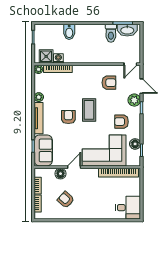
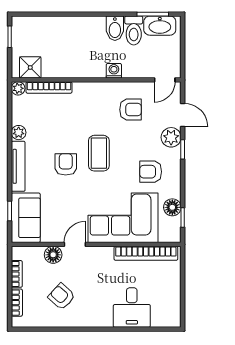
bidet: (69, 32) -> (115, 28), moved
washing machine: (58, 58) -> (114, 71), moved
desk: (128, 208) -> (132, 308), moved, turned 90

